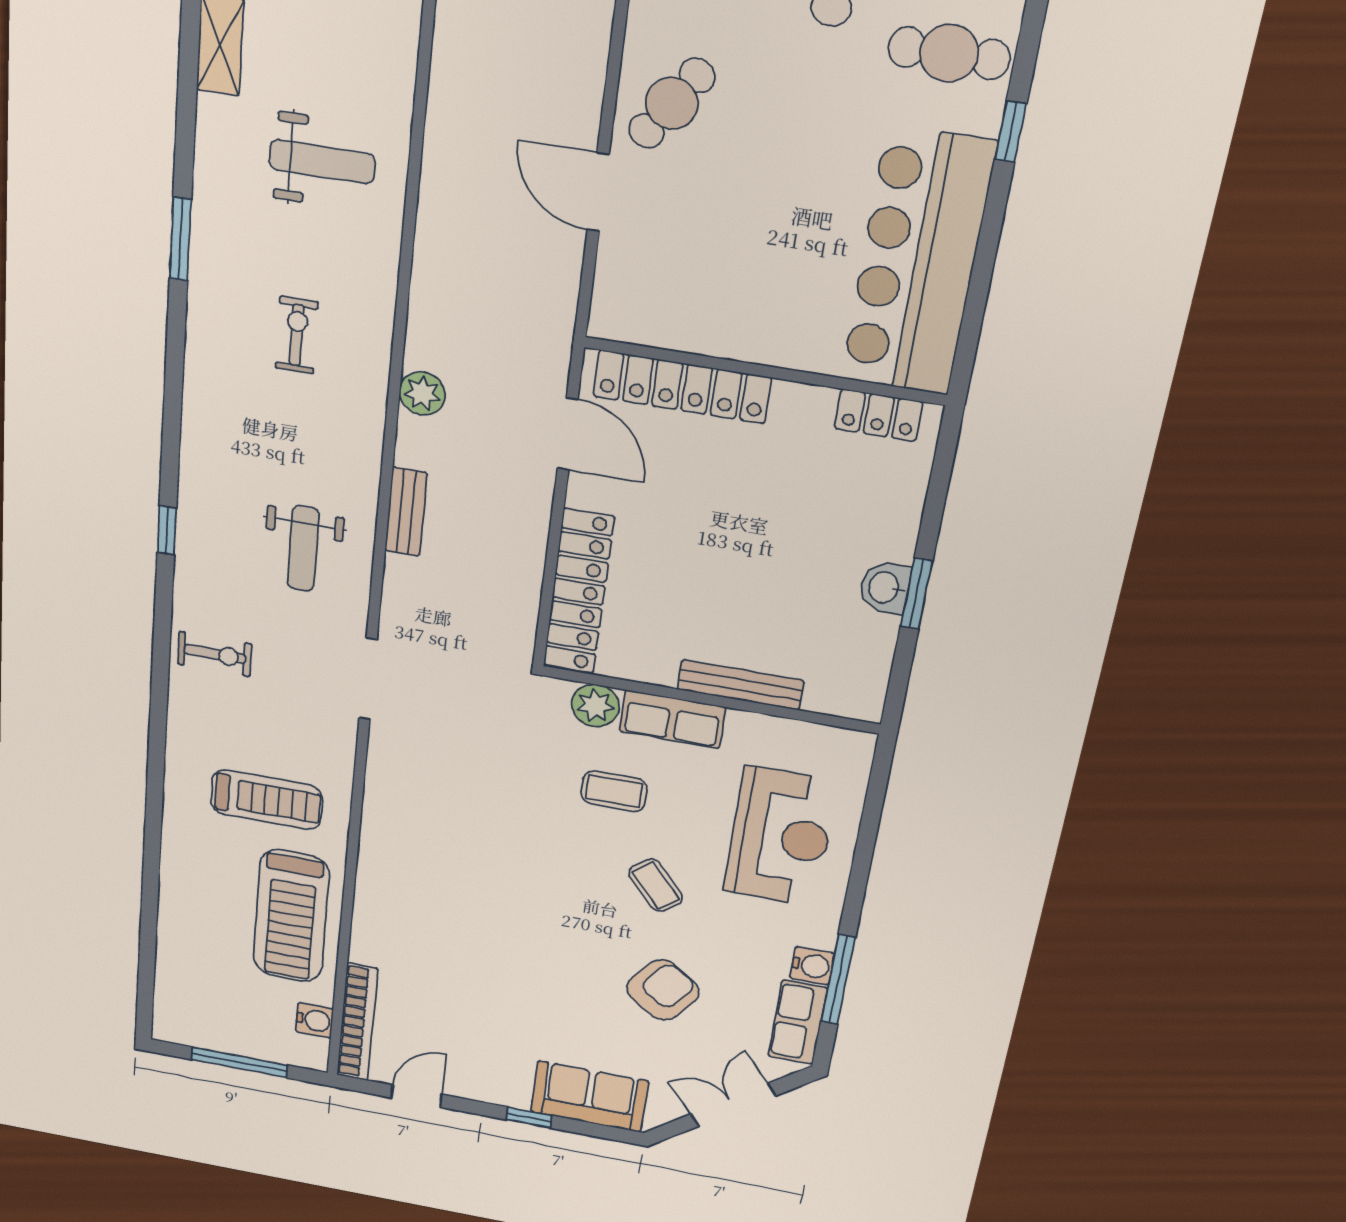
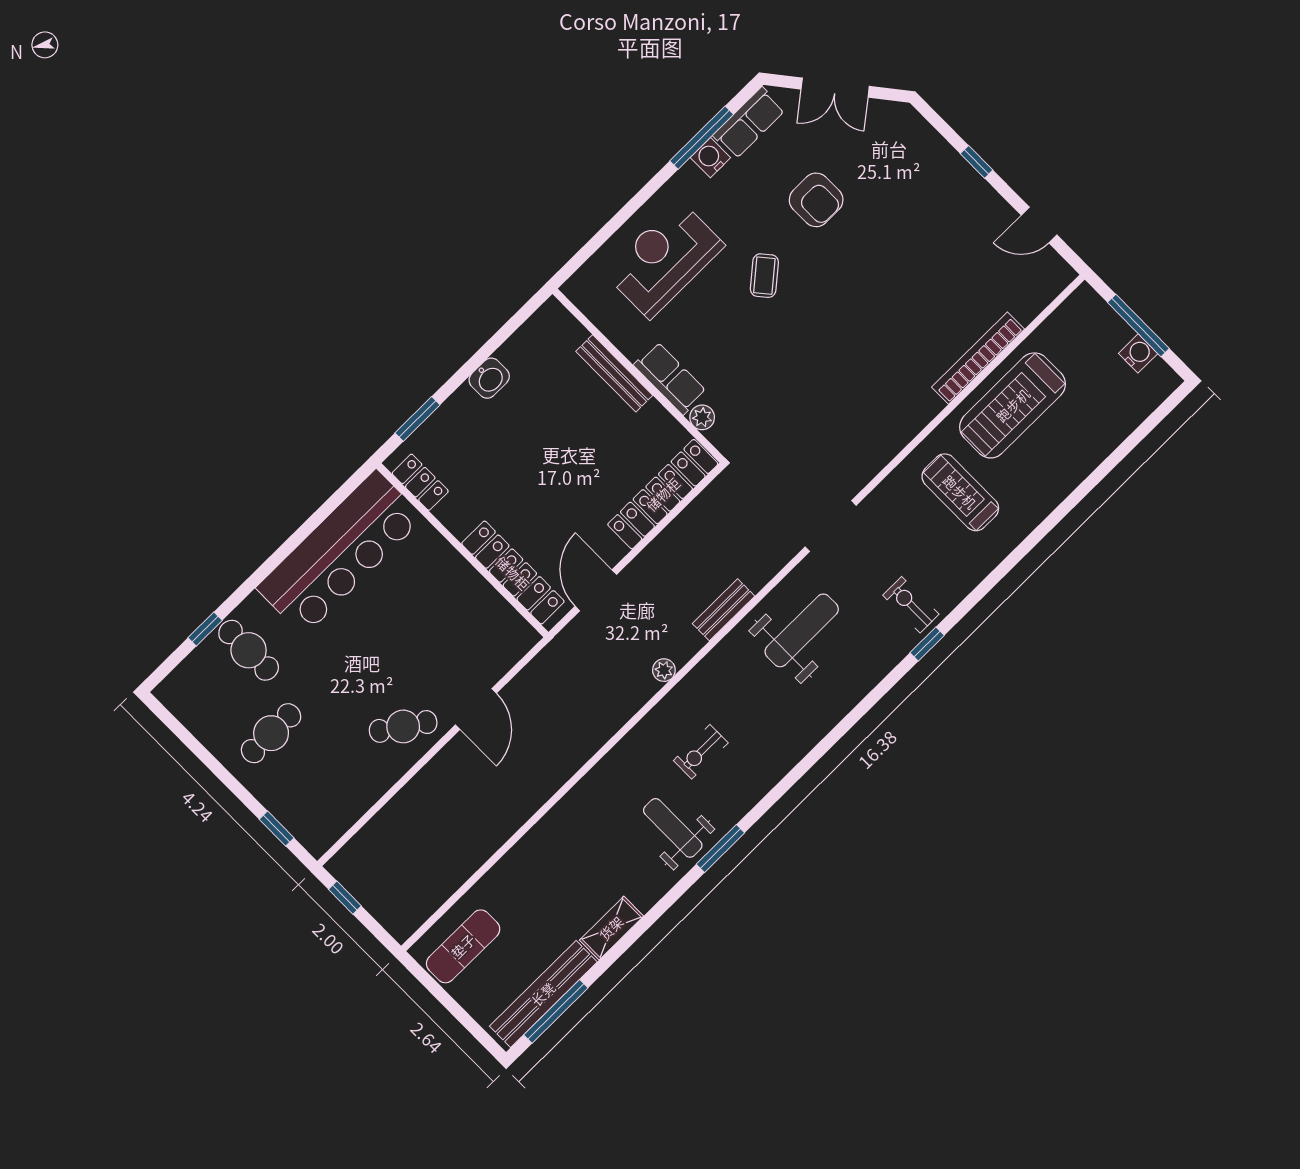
window: (1011, 131) -> (205, 629), moved
weight bench: (322, 162) -> (673, 828), moved
plant: (422, 393) -> (664, 670), width x0.73, depth x0.73
window: (167, 530) -> (927, 644), moved
weight bench: (303, 548) -> (802, 630), width x1.36, depth x1.33
window: (917, 594) -> (417, 419), moved
plant: (595, 706) -> (702, 417), width x0.73, depth x0.73
coffee table: (614, 791) -> (741, 355), removed
treadmill: (291, 916) -> (1013, 405), turned 180
armchair: (663, 990) -> (816, 200), turned -126
water cooler: (315, 1020) -> (1138, 353), moved, turned 90
bookcase: (357, 1022) -> (978, 358), moved
sofa: (589, 1096) -> (924, 152), removed

